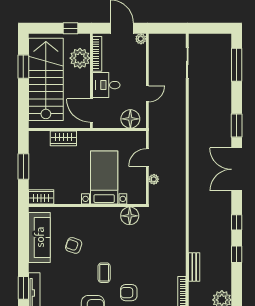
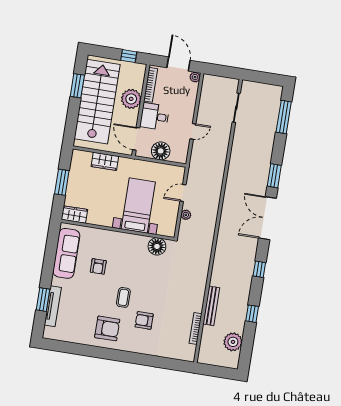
plant: (80, 58) -> (131, 99), moved
floor lamp: (130, 119) -> (161, 151), moved
armchair: (74, 245) -> (98, 266), turned -109
window: (237, 254) -> (252, 314), moved
bench: (194, 267) -> (211, 306), width x1.36

